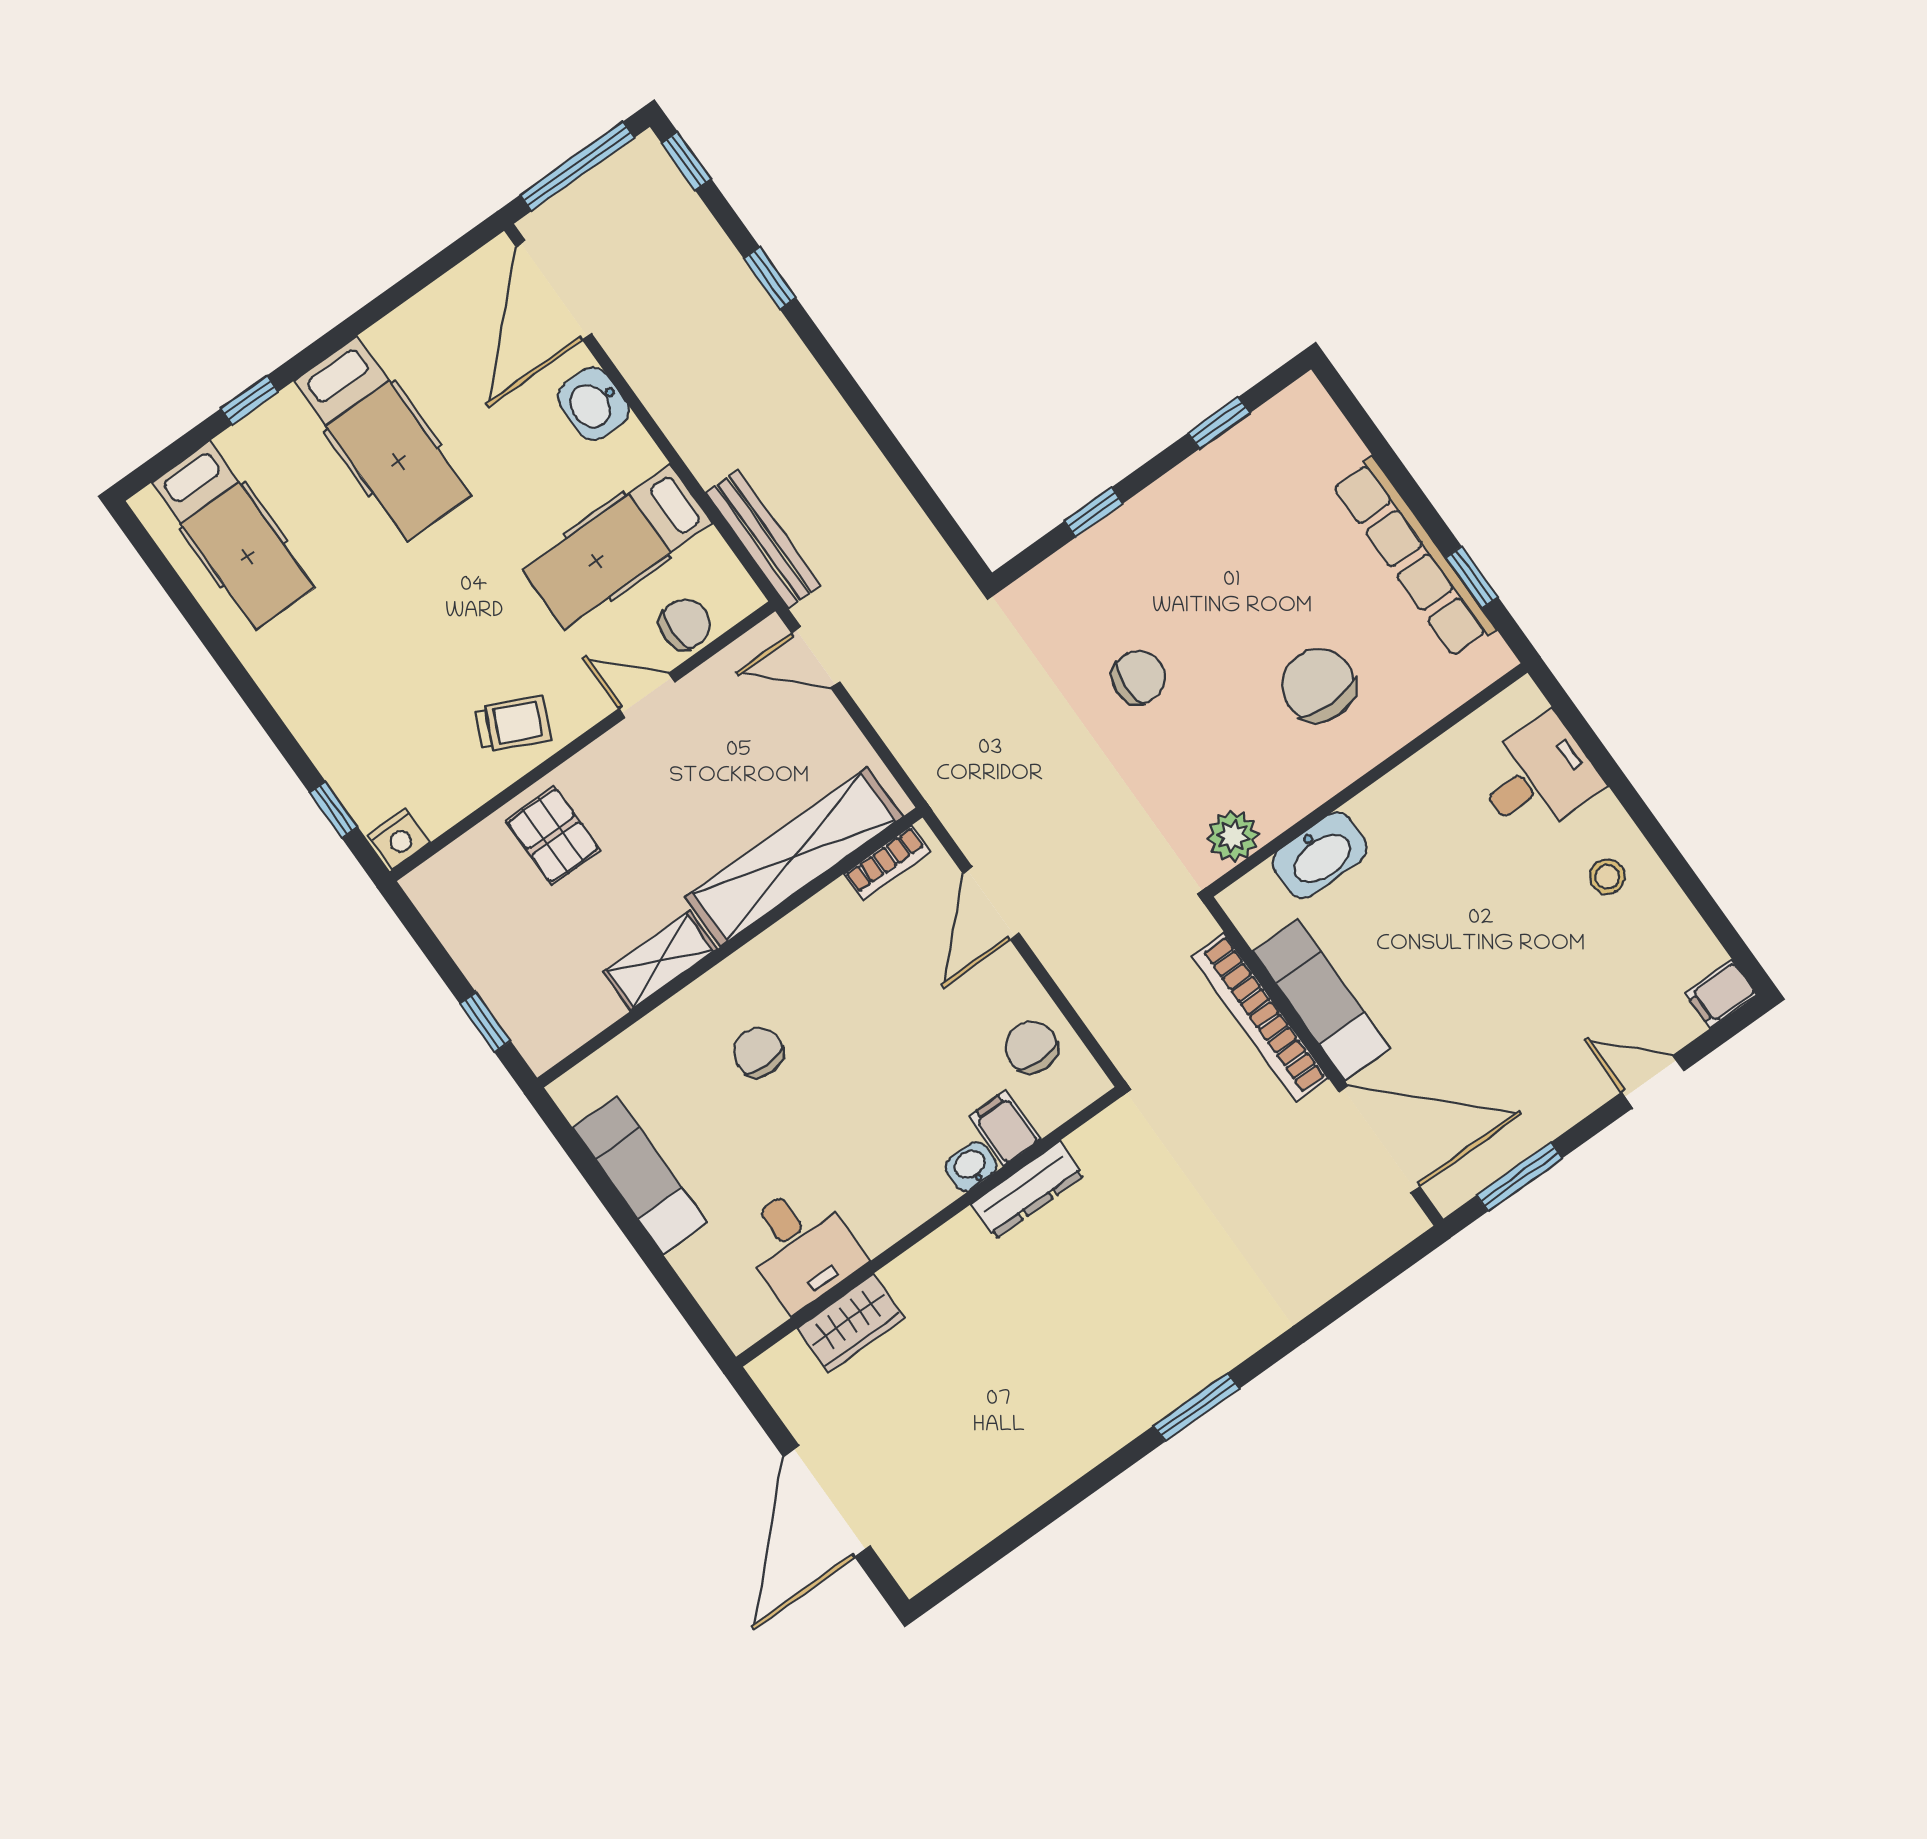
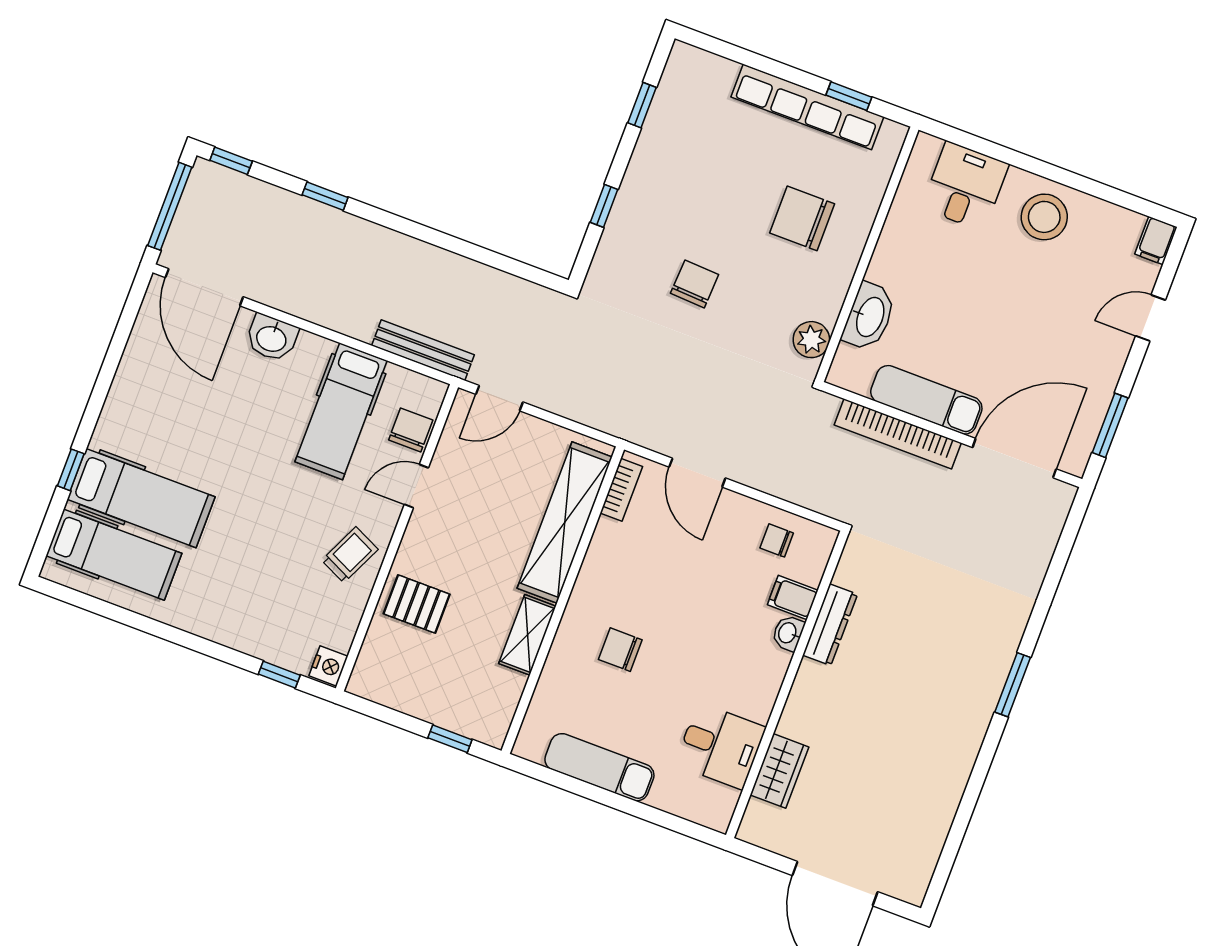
hospital bed: (382, 438) -> (141, 498), moved
stool: (1607, 877) -> (1044, 217), width x1.89, depth x1.89
chair: (1031, 1047) -> (777, 540), width x0.73, depth x0.73

